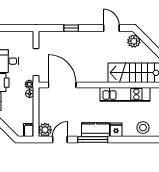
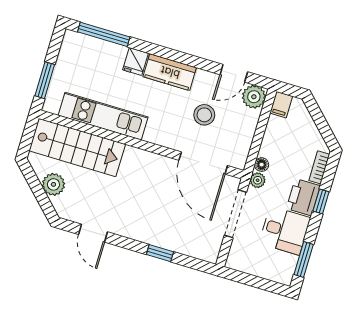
plant: (134, 41) -> (53, 184), moved
stool: (143, 128) -> (204, 115), moved
window: (93, 139) -> (104, 34), moved

